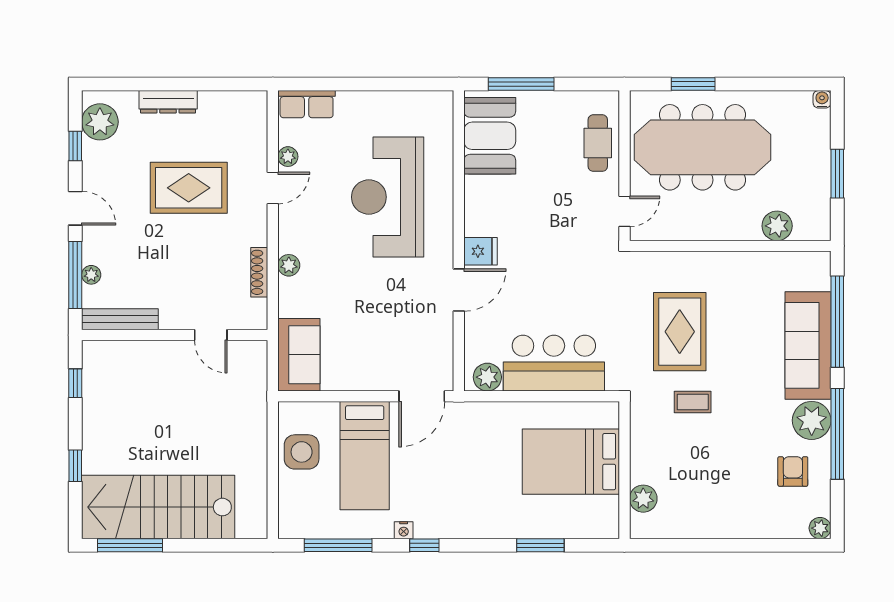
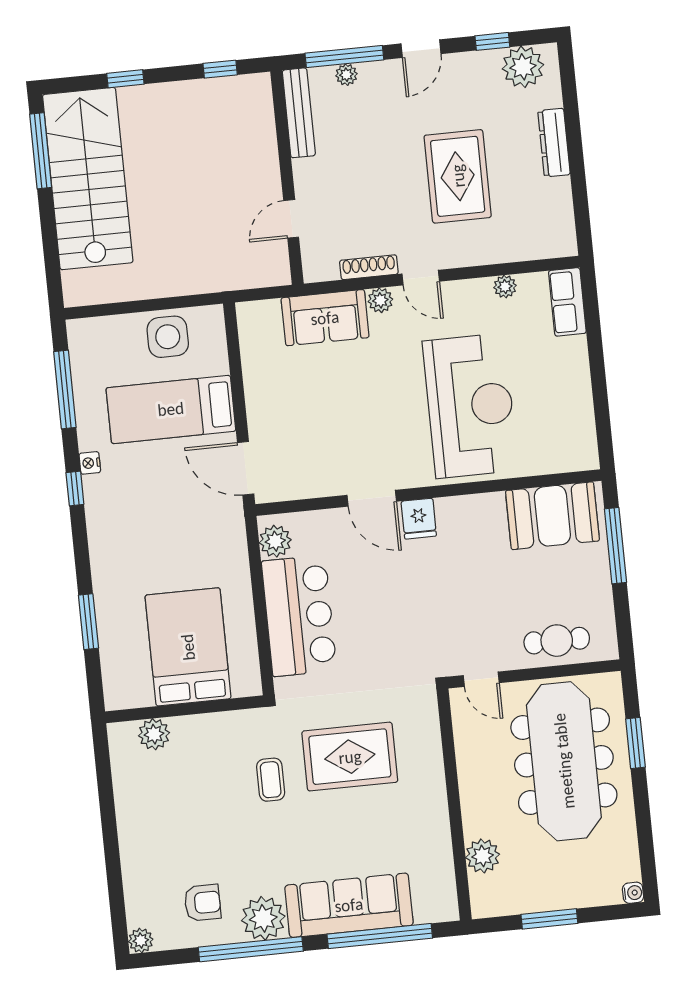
door: (273, 188) -> (421, 278), moved
reception desk: (388, 197) -> (470, 406), turned 90
sofa: (299, 355) -> (325, 318), moved

